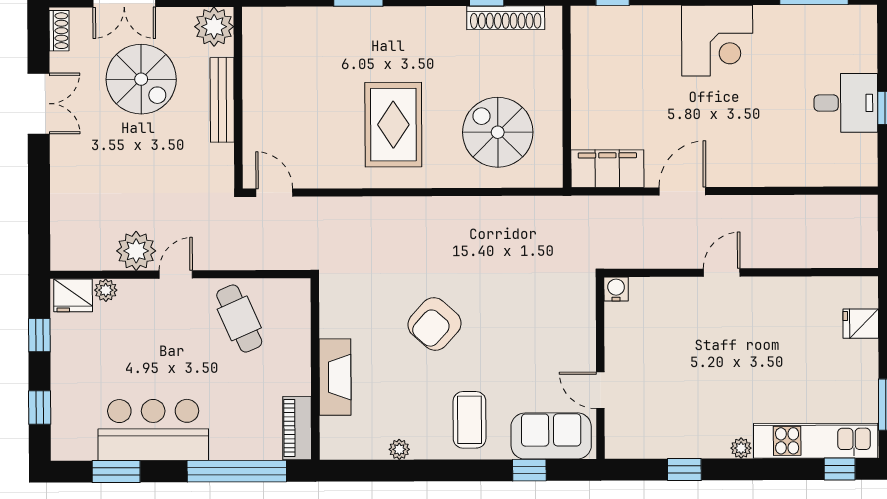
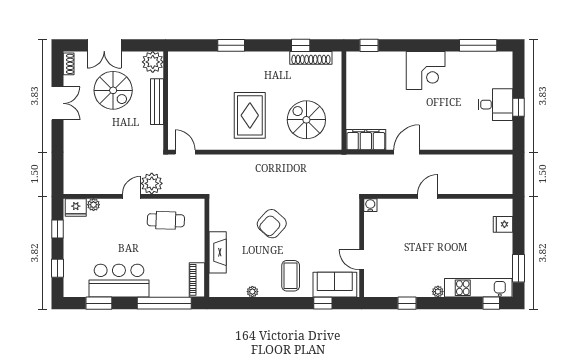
plant: (136, 251) -> (152, 183), moved
cafe table: (239, 318) -> (166, 220), turned -64

